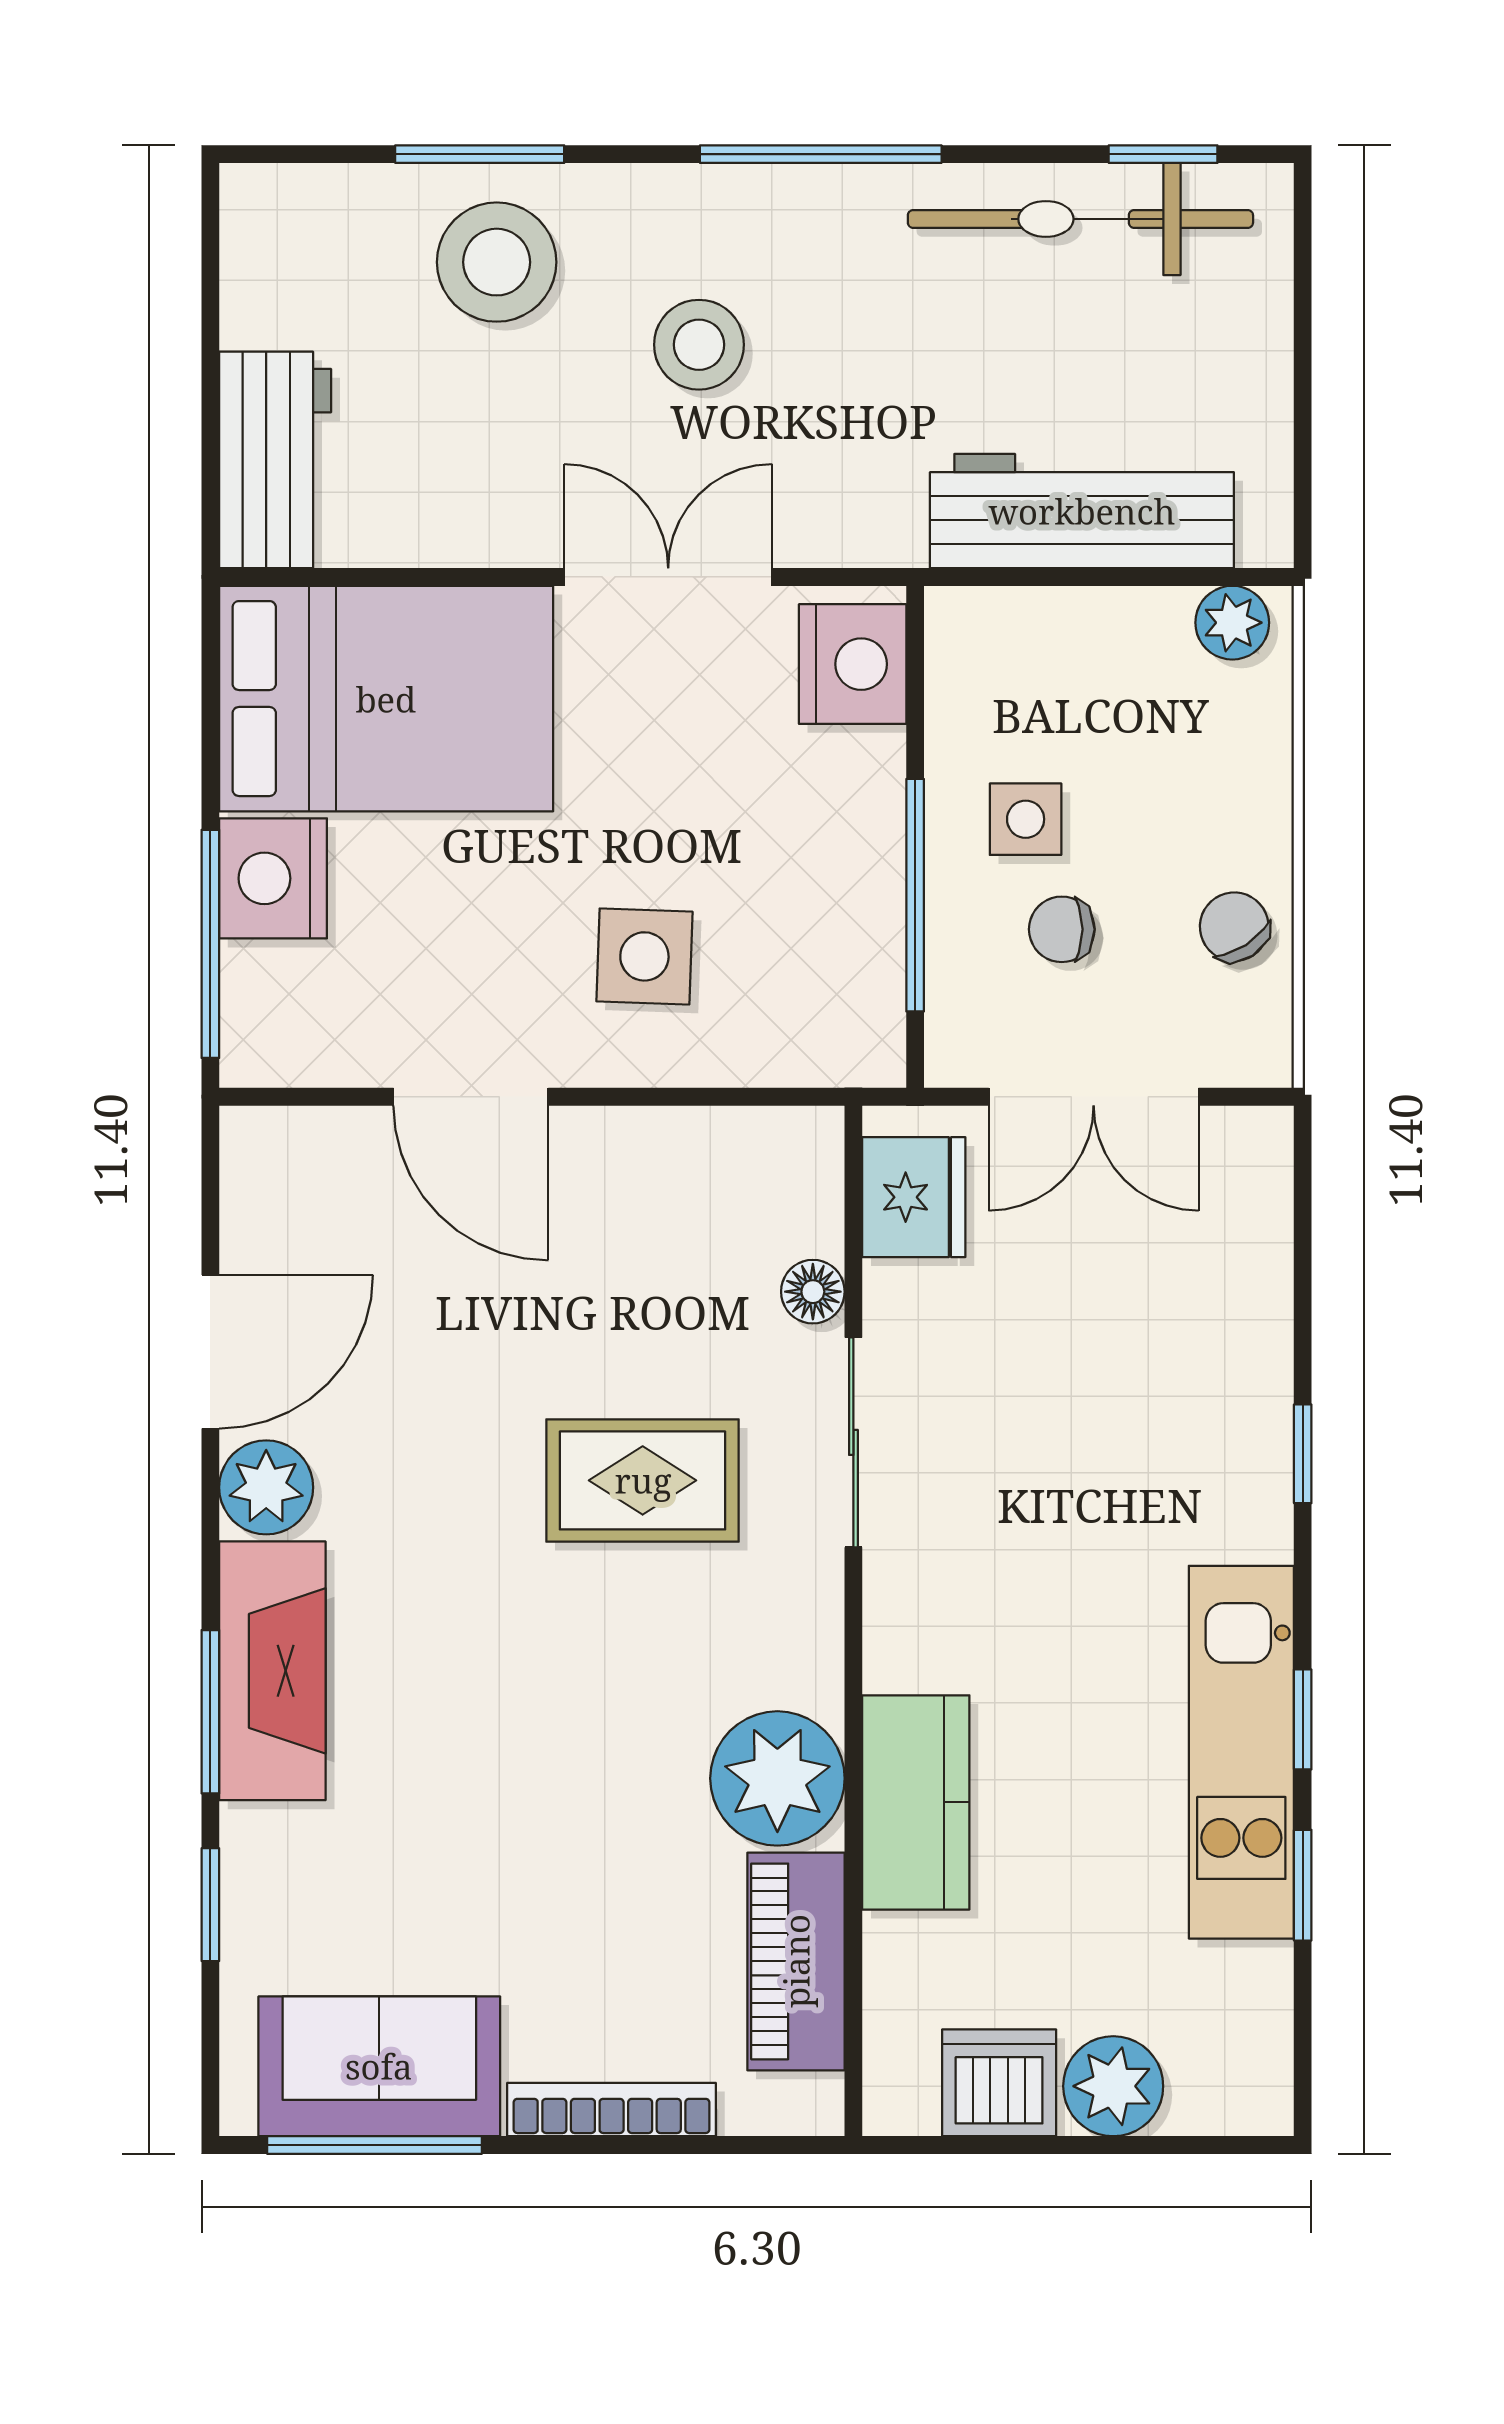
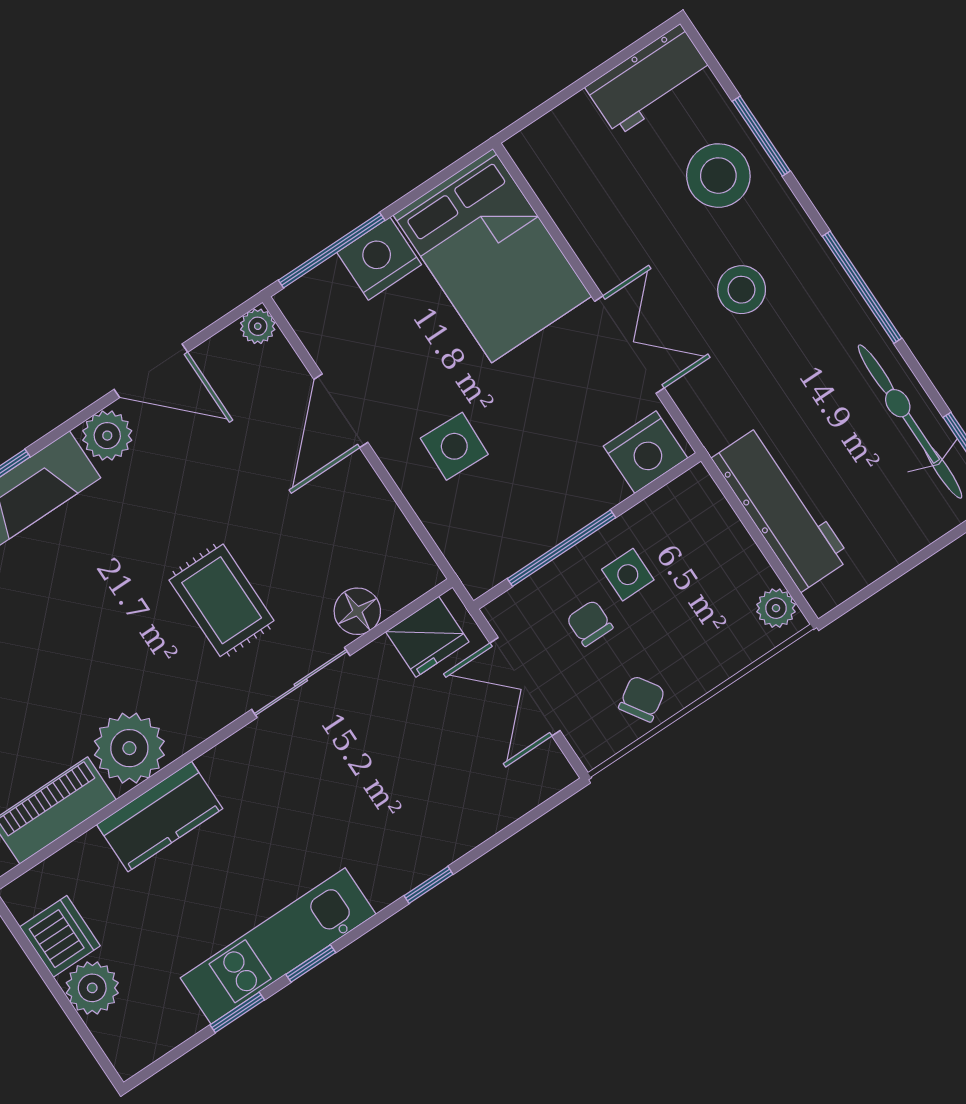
workbench: (275, 460) -> (649, 80), moved
plant: (252, 1139) -> (258, 326), added
floor lamp: (813, 1292) -> (357, 611), width x1.37, depth x1.37

